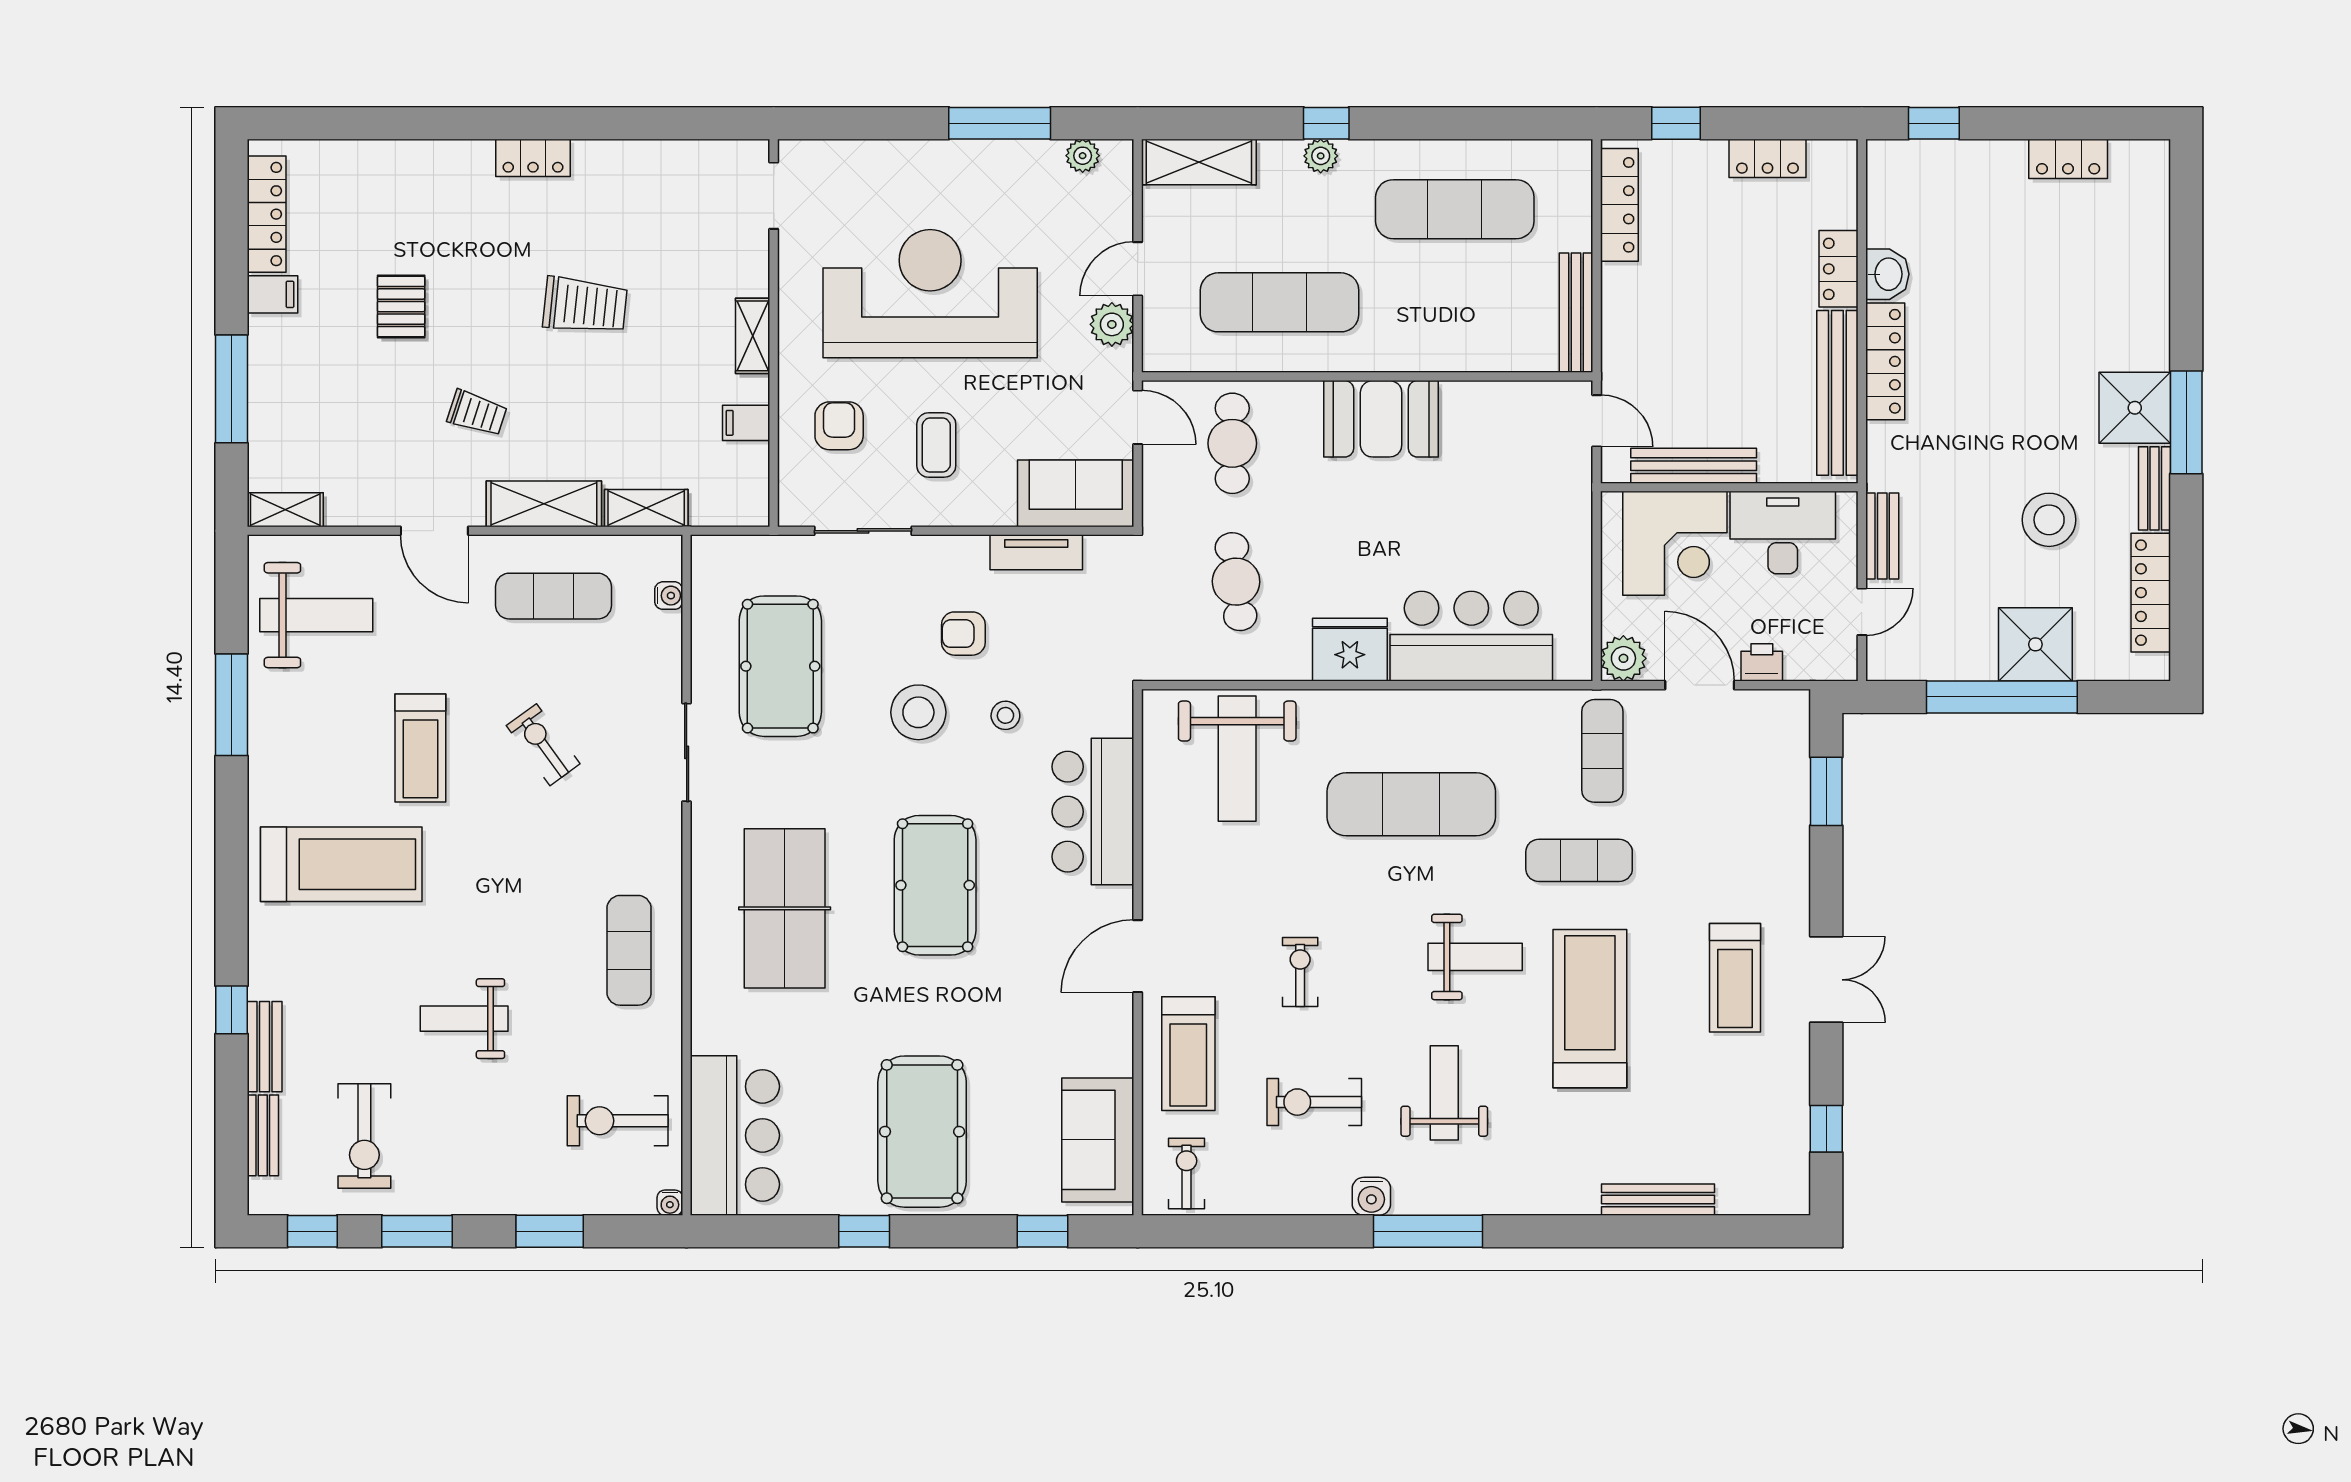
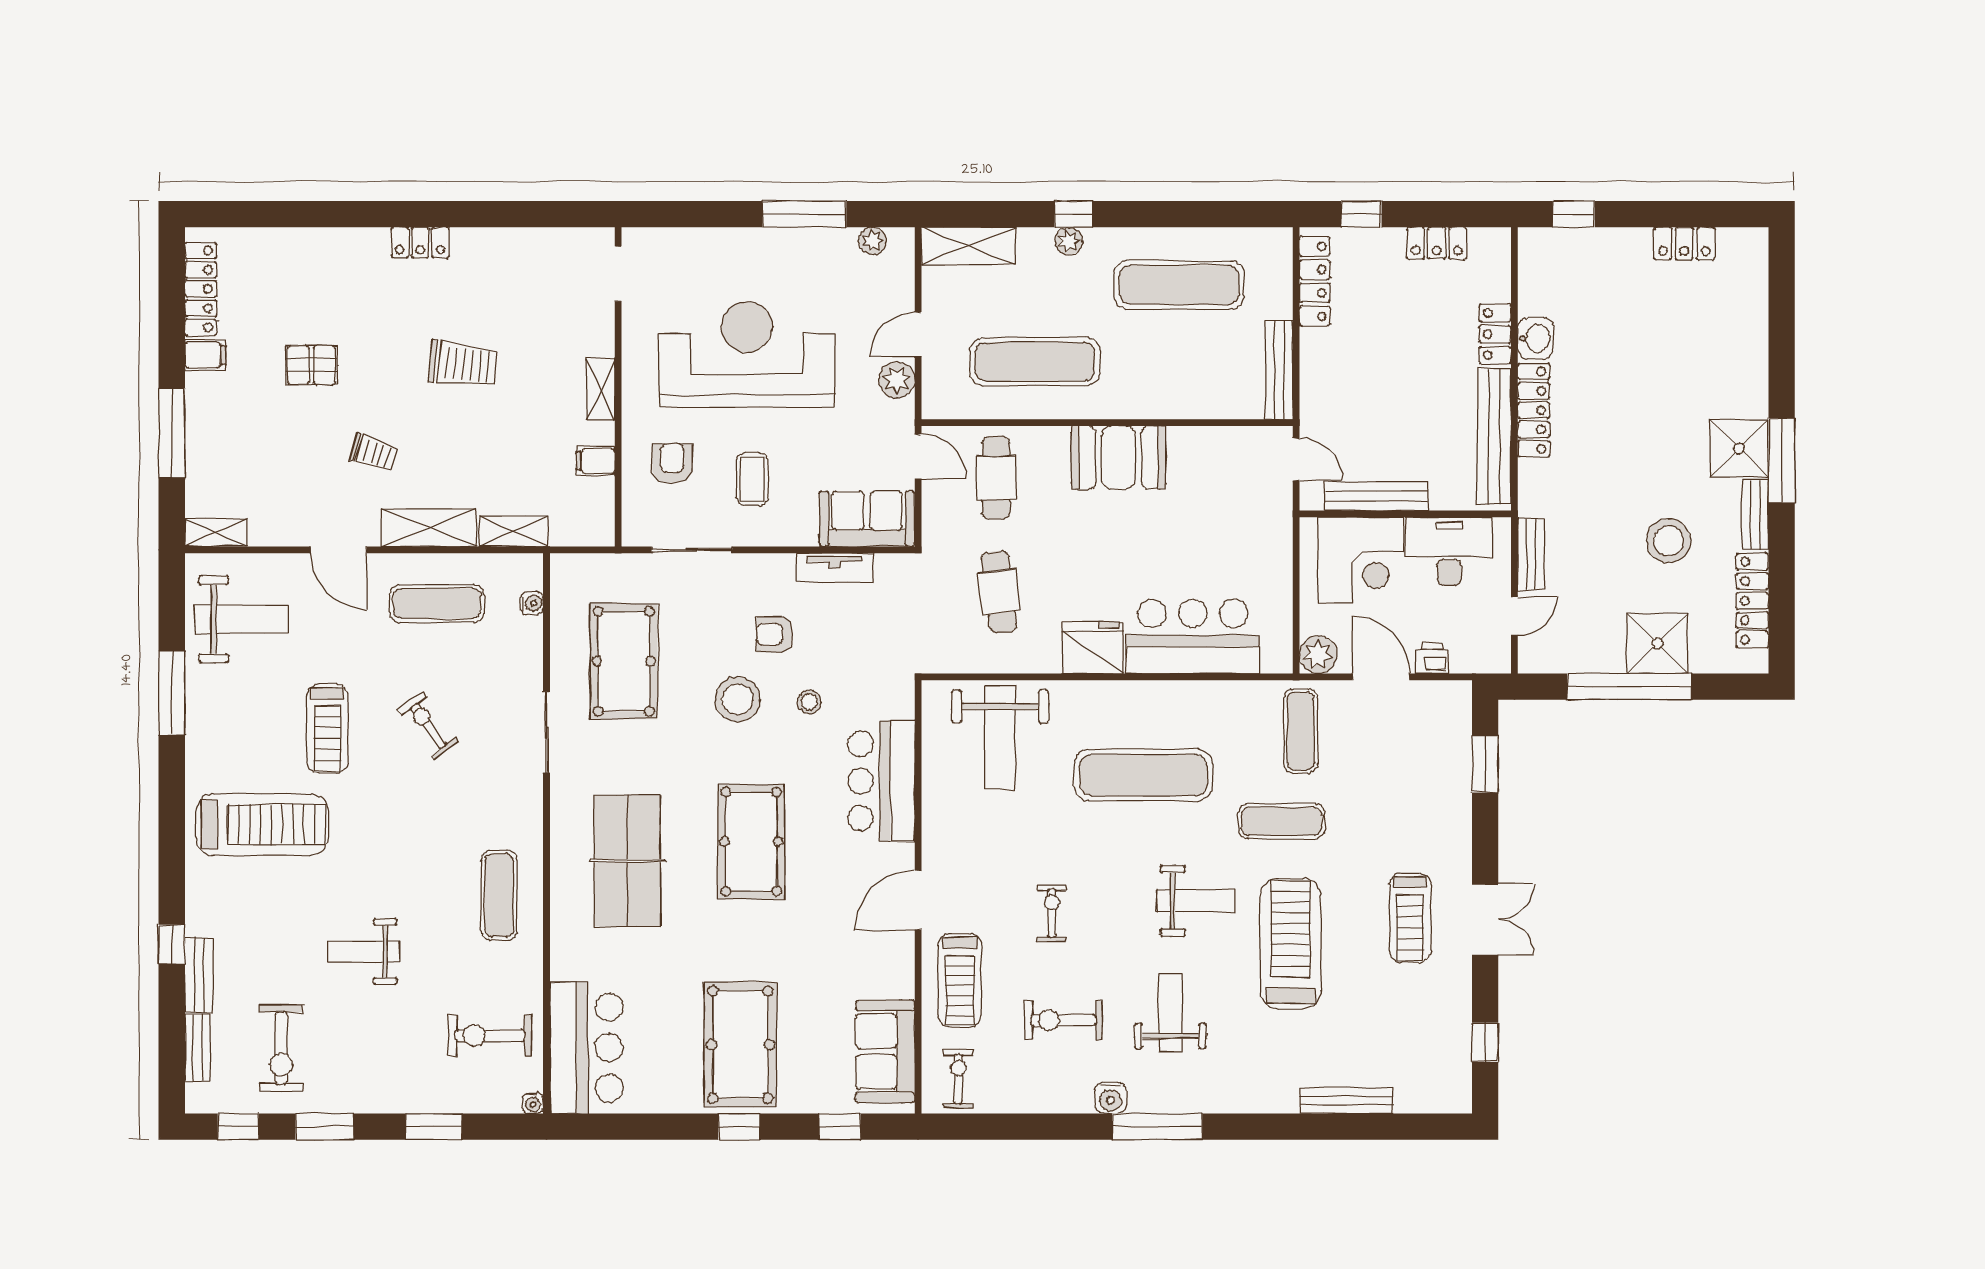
pallet: (401, 307) -> (311, 365), turned 90
window: (864, 1231) -> (739, 1127), moved

